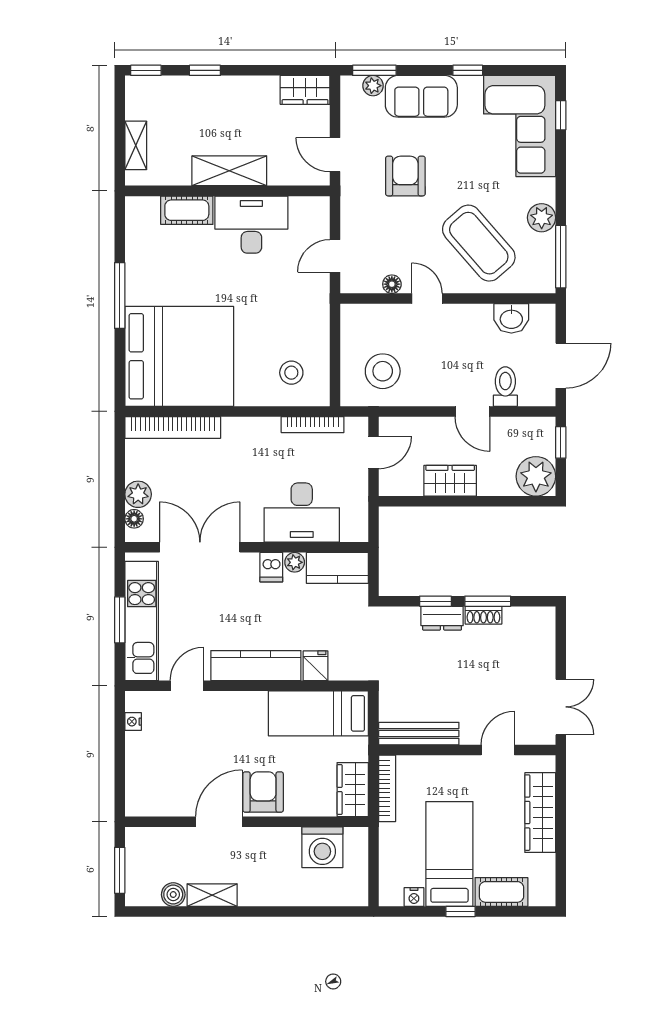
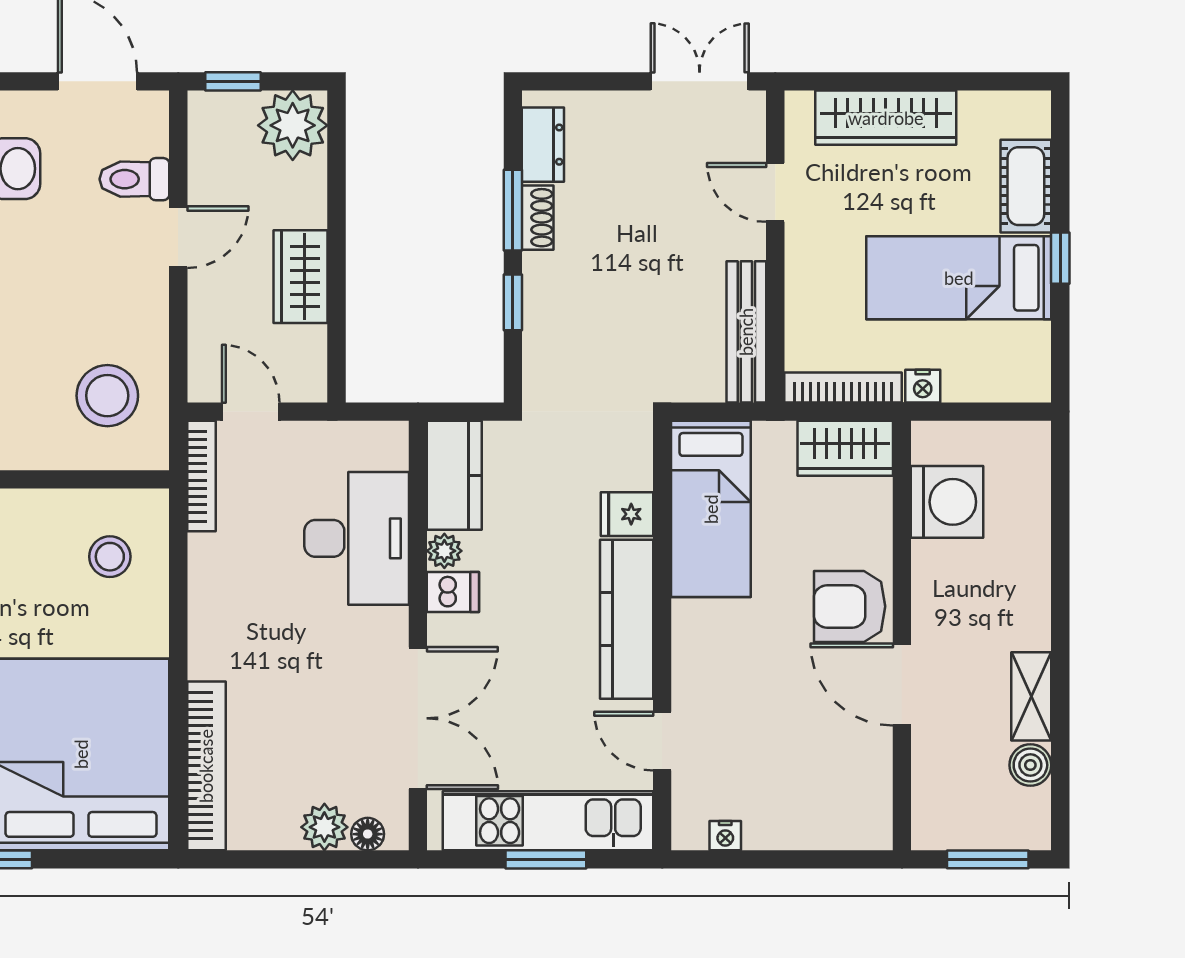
bookcase: (313, 425) -> (201, 476), moved
double door: (200, 547) -> (418, 718), swing flipped
dresser: (442, 618) -> (543, 145), moved
nightstand: (414, 897) -> (923, 386), moved, turned 90

